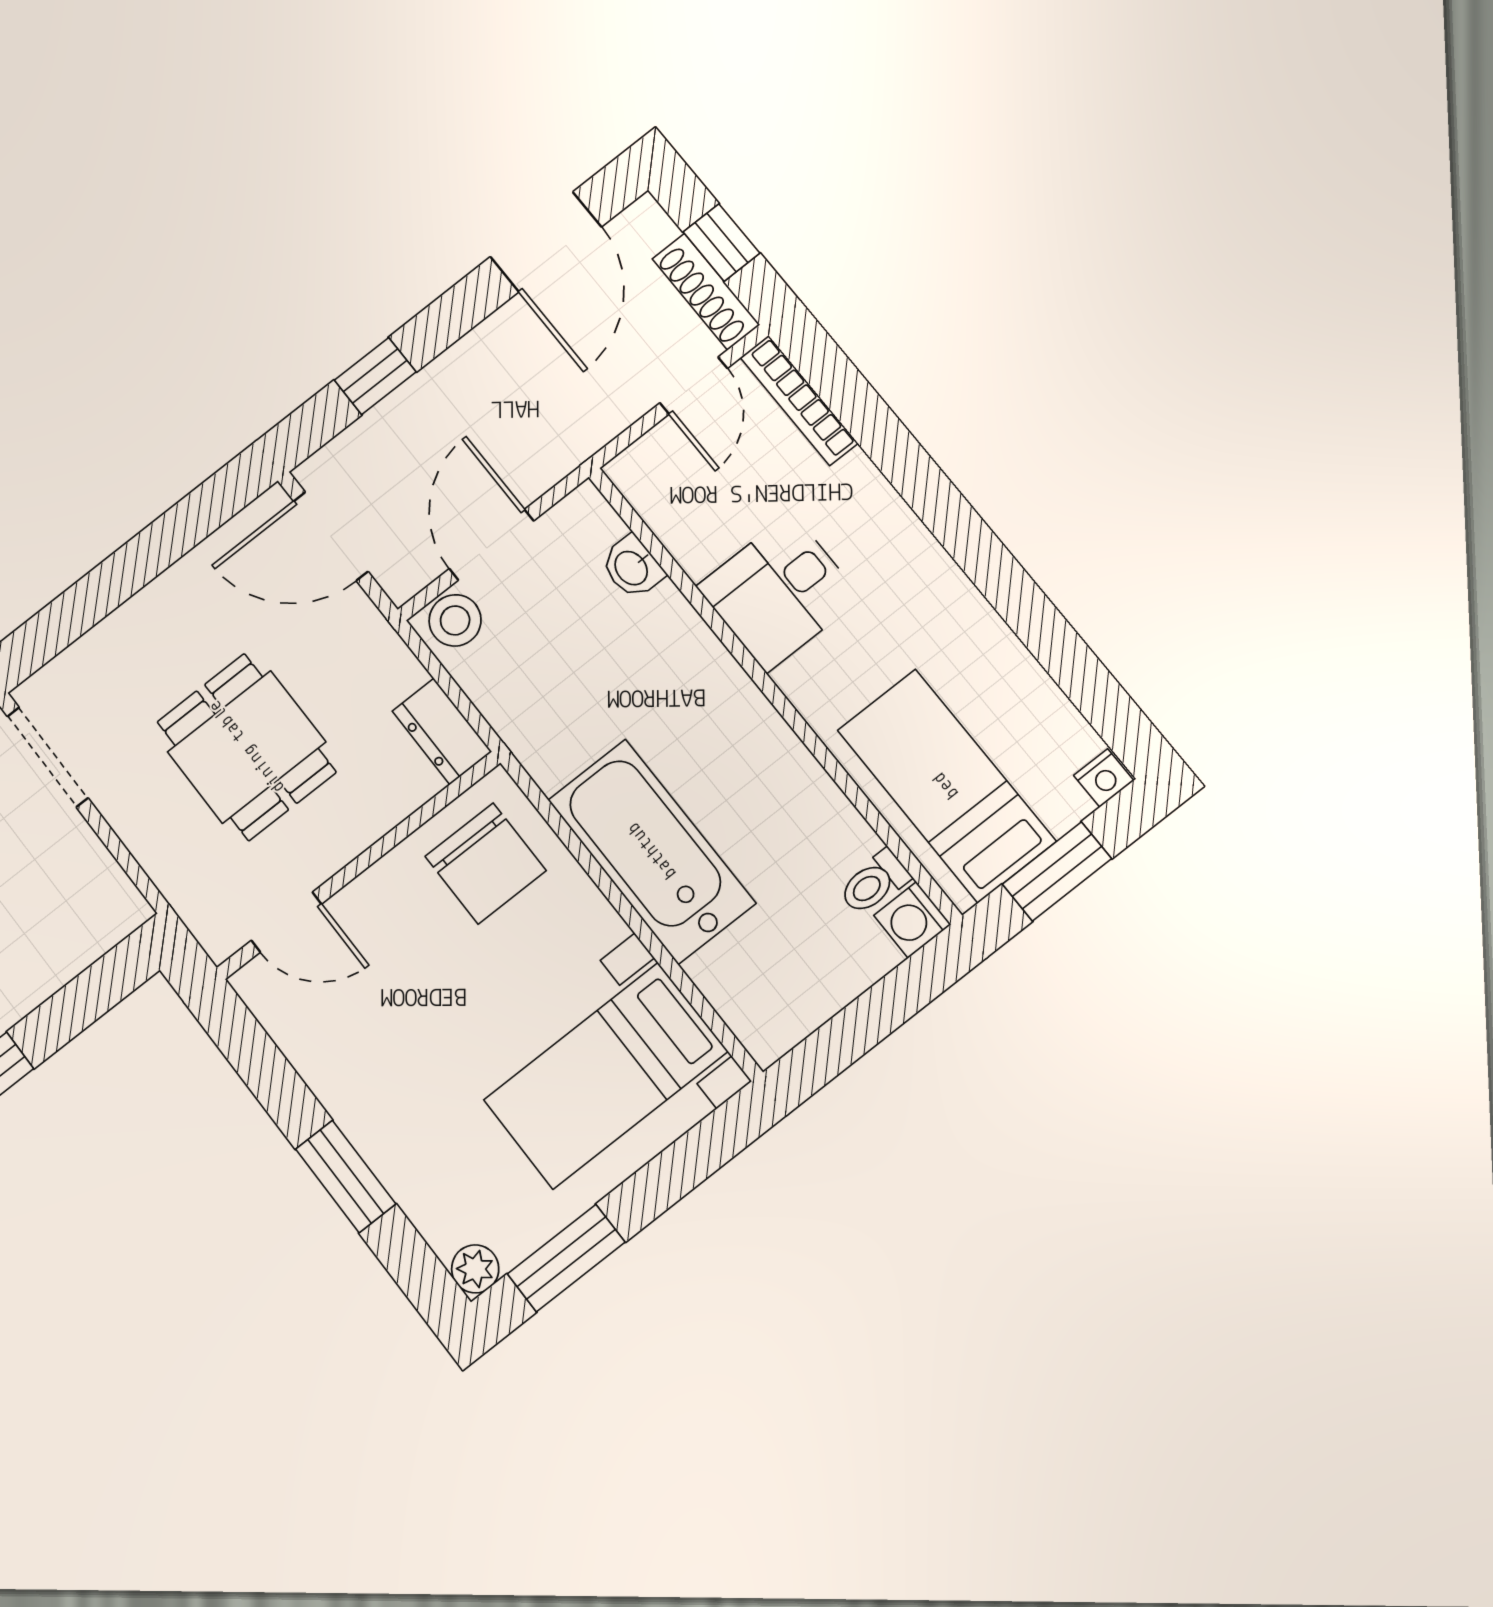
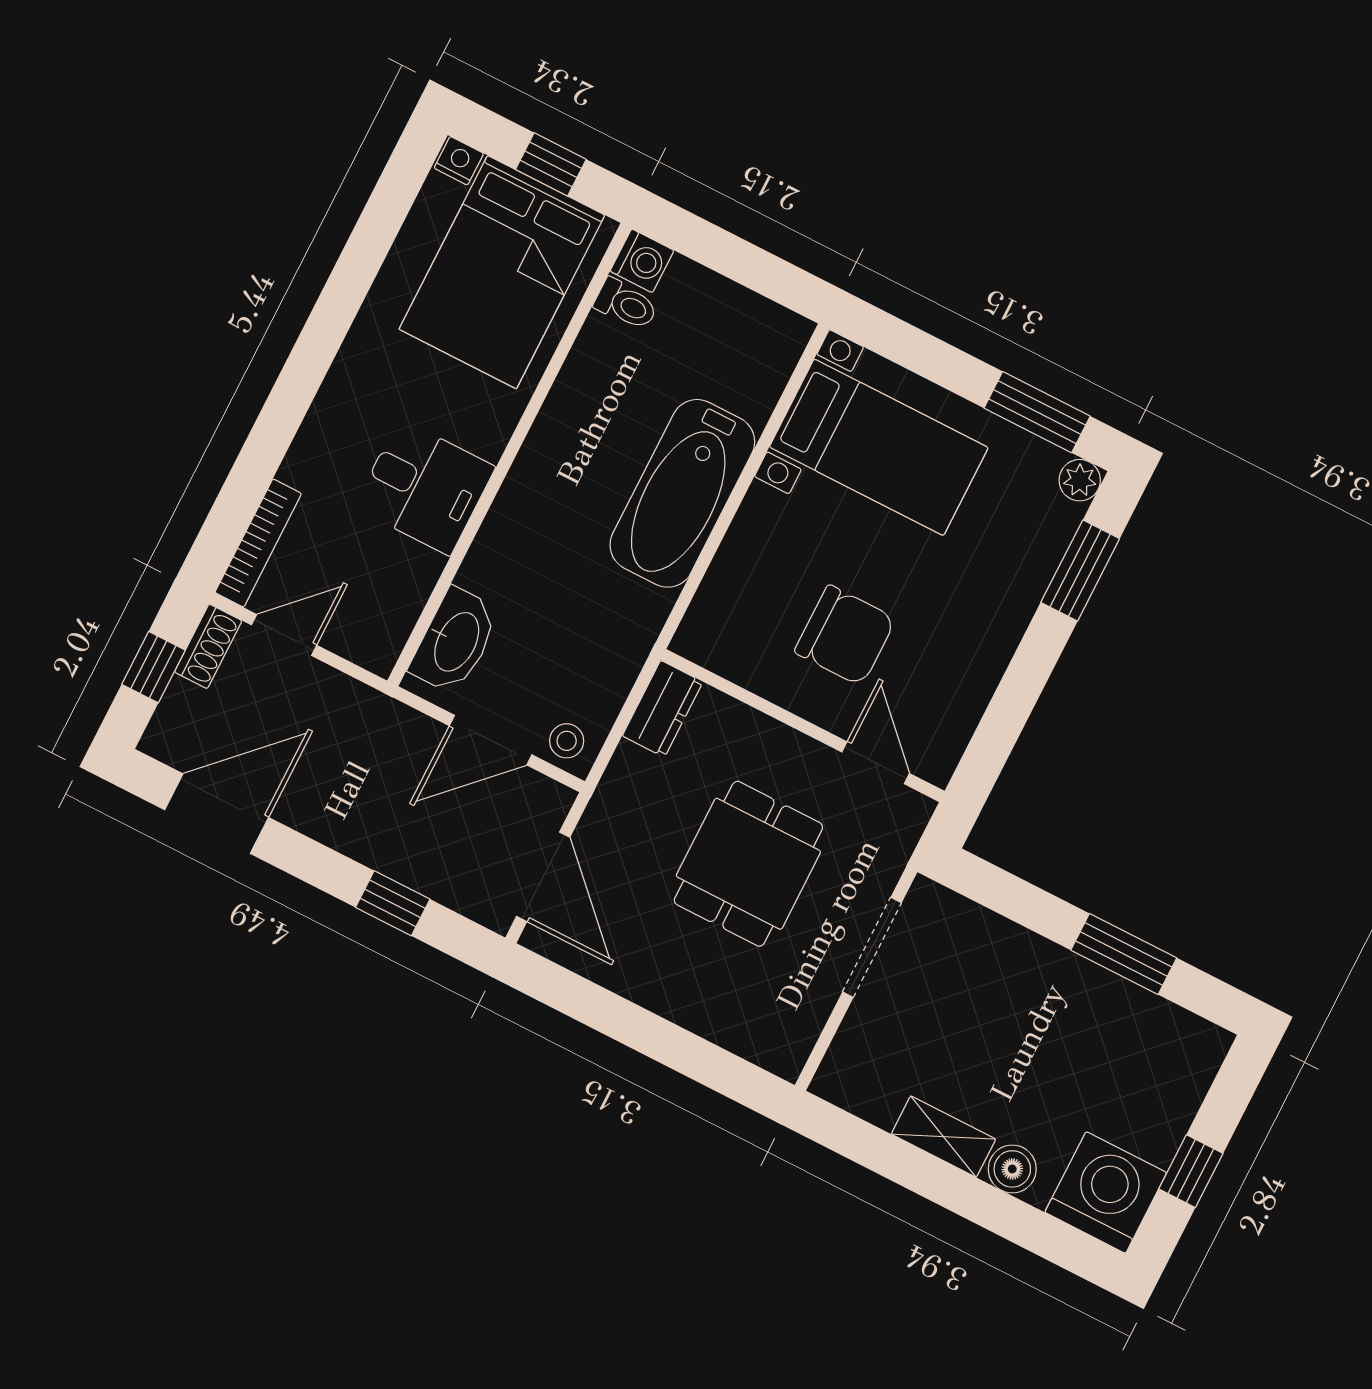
shoe rack: (706, 292) -> (208, 646), width x0.70
washbasin: (632, 567) -> (455, 641), width x1.91, depth x1.45
stool: (455, 620) -> (567, 741), width x0.73, depth x0.73
doorway: (48, 757) -> (872, 947), moved
bed: (946, 786) -> (502, 272), width x1.50
chair: (486, 863) -> (845, 635), moved, turned 90
window: (1057, 871) -> (551, 164), width x0.67
window: (346, 1176) -> (1080, 570), moved

